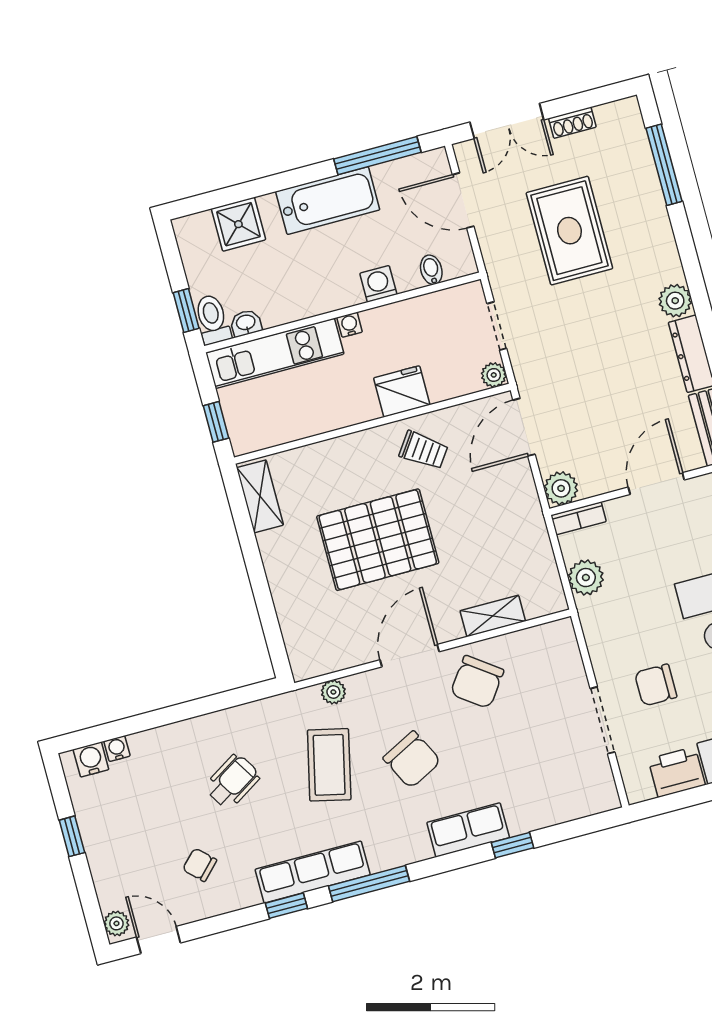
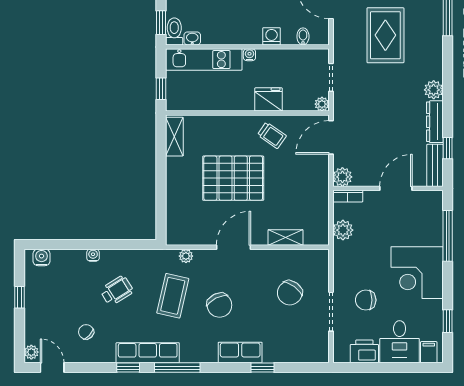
chair: (477, 682) -> (290, 293), moved
water cooler: (117, 749) -> (93, 255), moved

